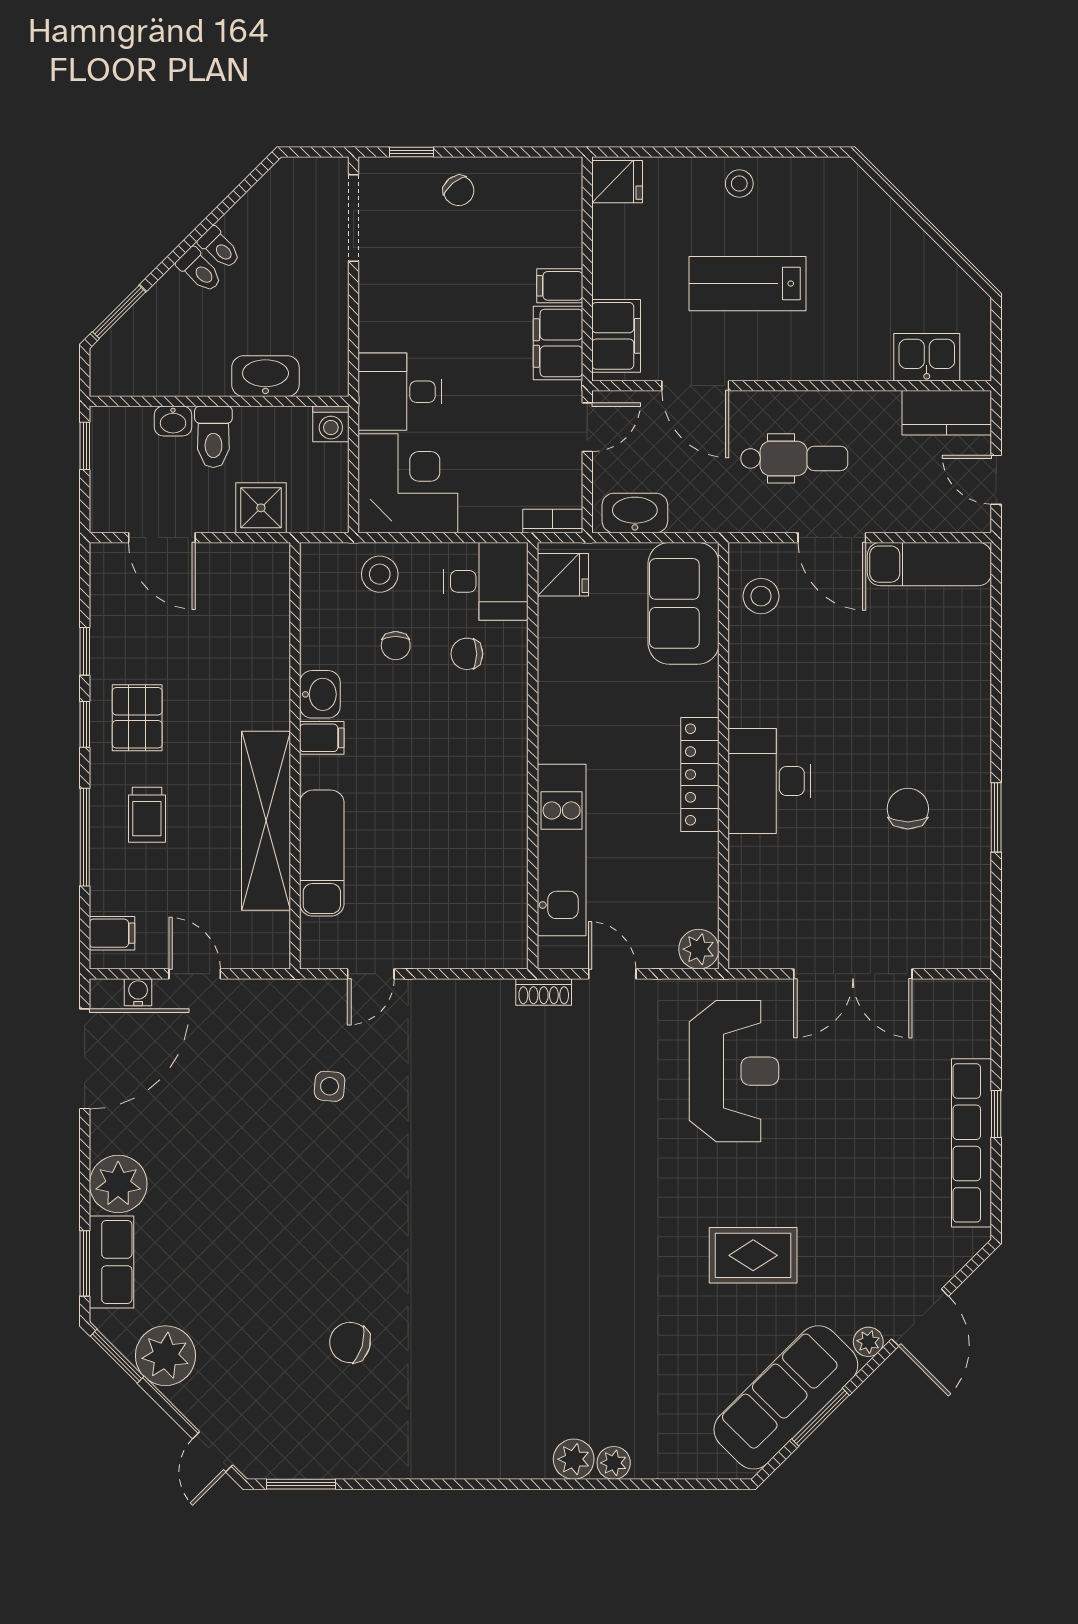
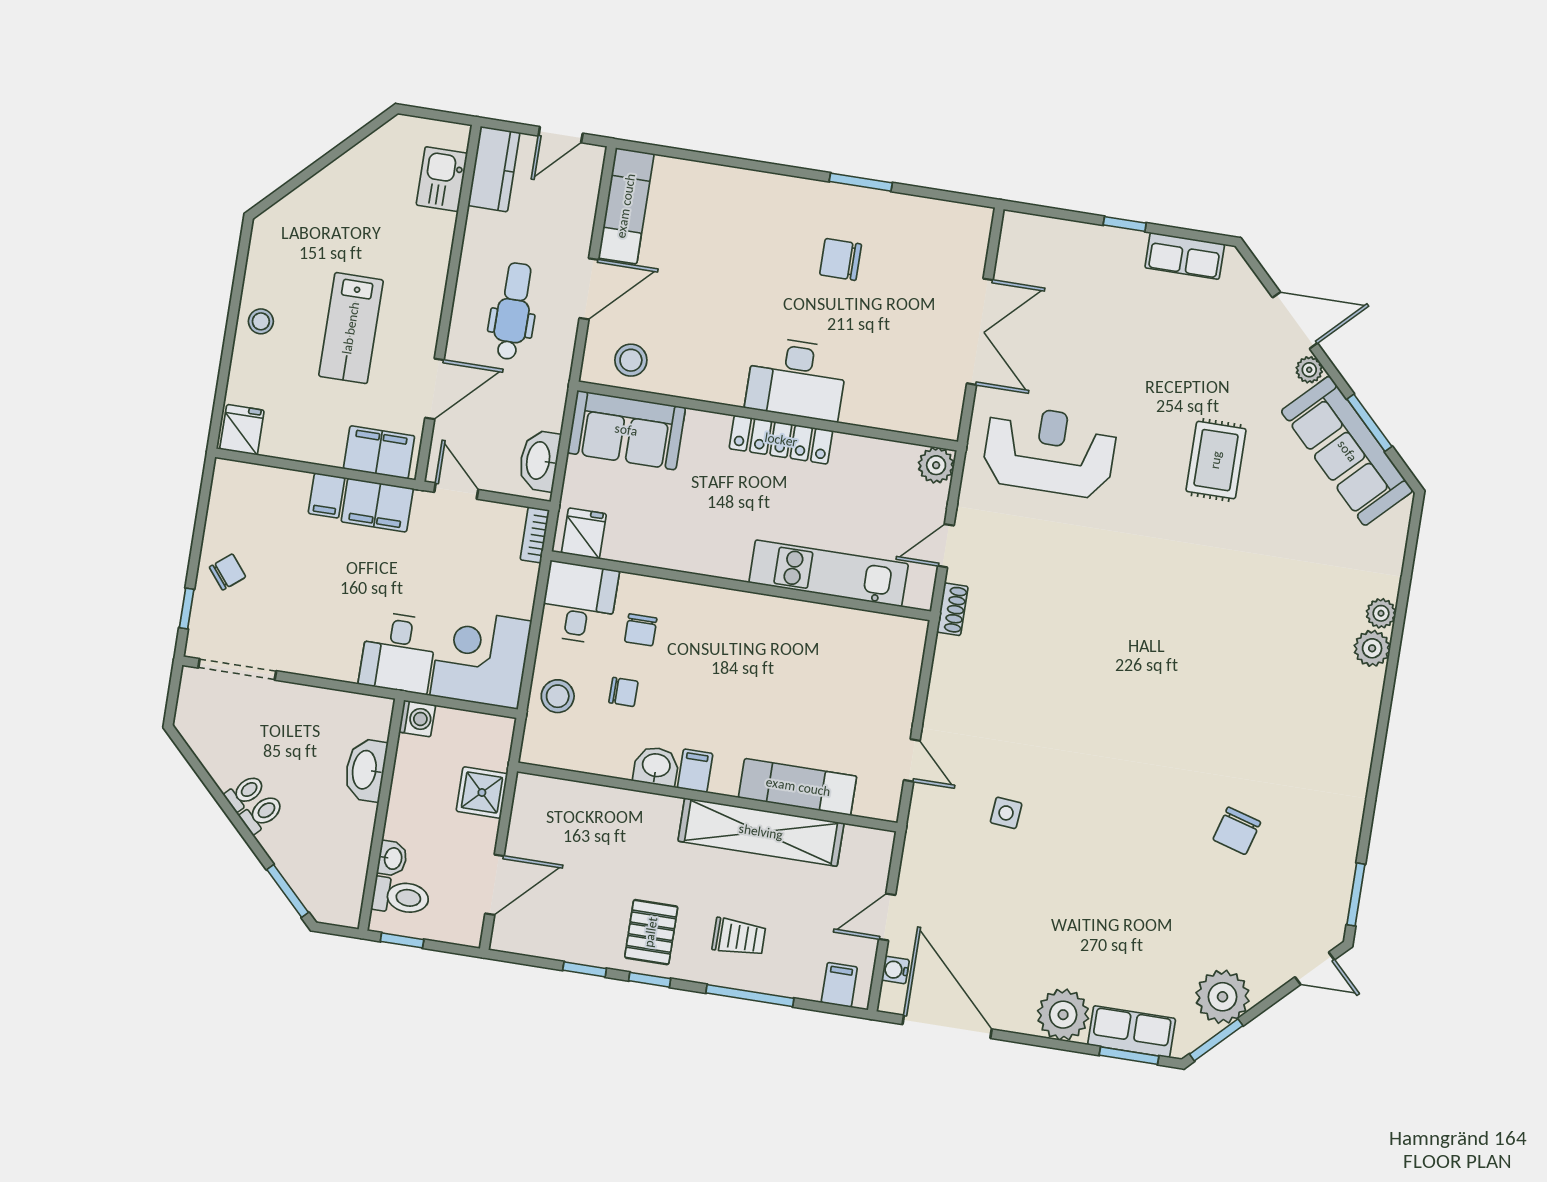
toilet: (213, 437) -> (401, 897), moved
pallet: (137, 718) -> (651, 932), turned 90
row of seats: (972, 1143) -> (1185, 256), width x0.50

